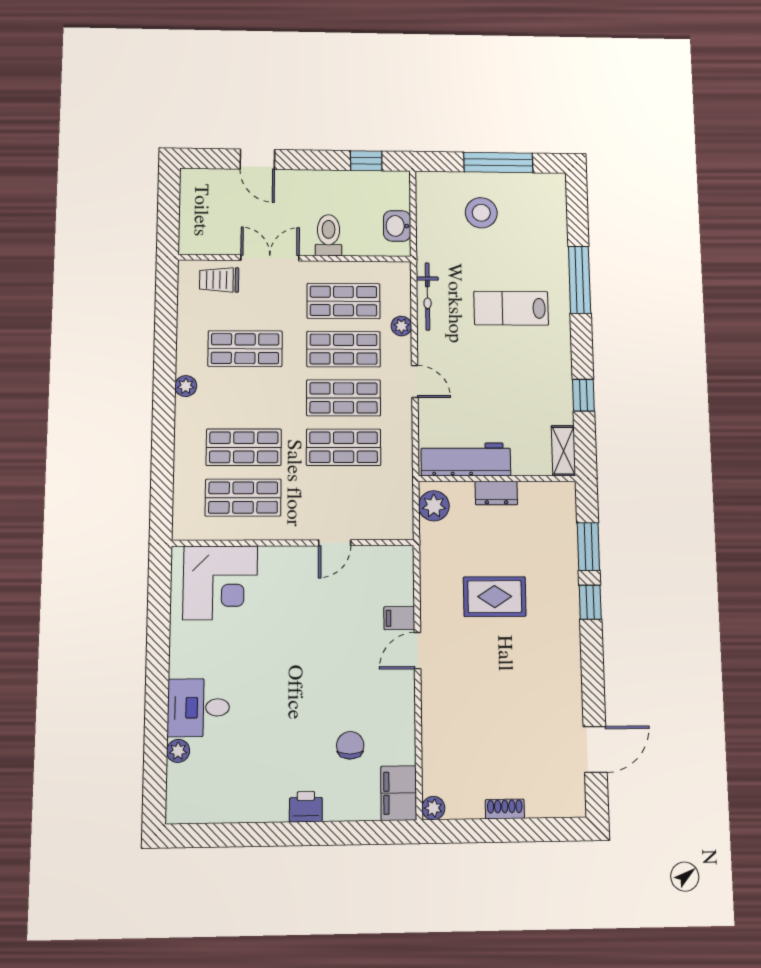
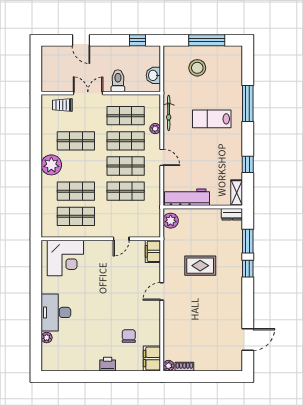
plant: (186, 386) -> (51, 165), width x1.88, depth x1.88
dresser: (496, 493) -> (232, 214), moved
filing cabinet: (399, 618) -> (153, 251), moved, width x2.00
desk: (198, 708) -> (56, 312), width x1.37
shoe rack: (505, 809) -> (184, 367), moved

